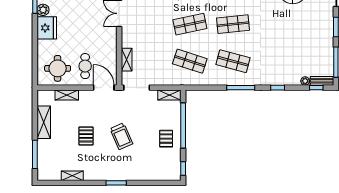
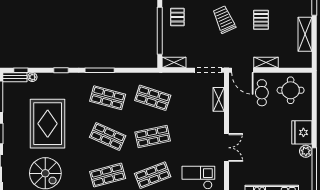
shop shelf: (233, 24) -> (108, 136), turned 30
rug: (291, 36) -> (48, 124), added
shelving: (67, 95) -> (266, 63), moved

